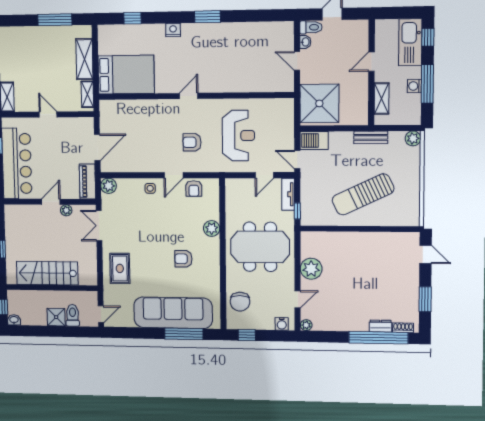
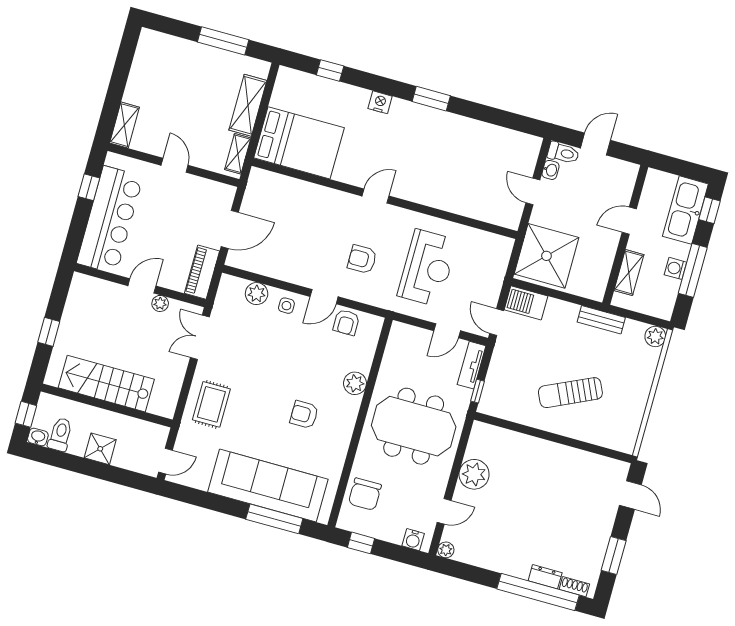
plant: (109, 186) -> (257, 294), moved
sun lounger: (363, 194) -> (570, 393), width x0.73, depth x0.75
toilet: (73, 315) -> (60, 434), moved

